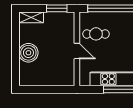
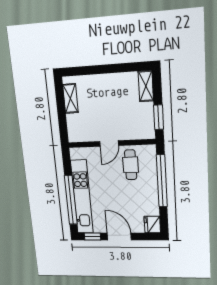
boiler: (28, 53) -> (102, 86), removed
shelving: (37, 81) -> (70, 98), added

